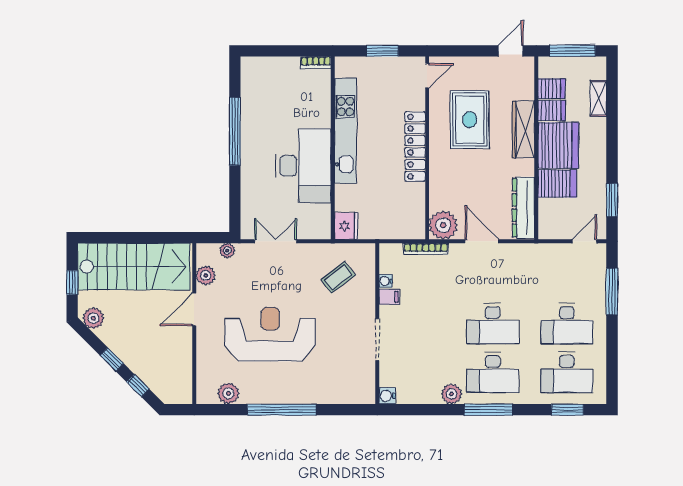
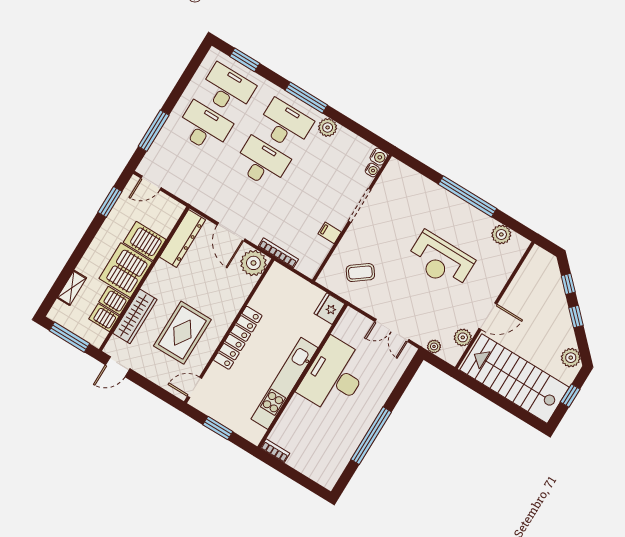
wardrobe: (523, 129) -> (135, 316), moved
water cooler: (386, 281) -> (372, 170), moved
reception desk: (270, 334) -> (441, 261), width x0.74, depth x0.77

